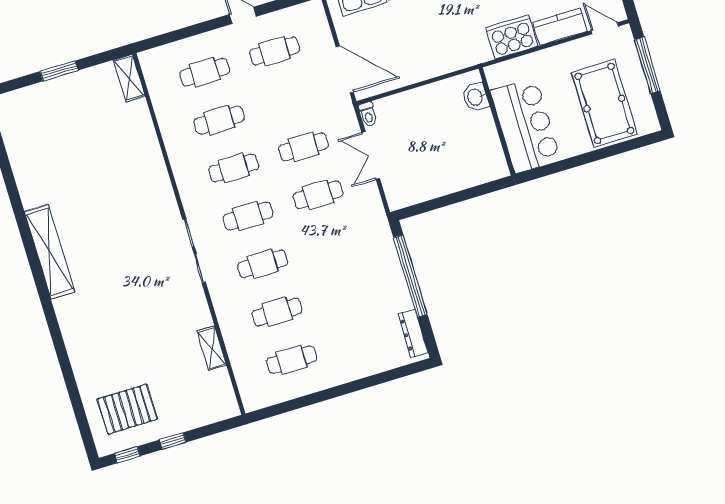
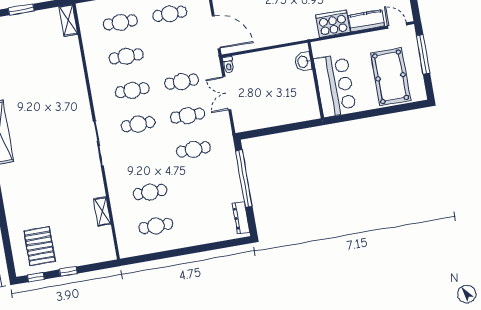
cafe table: (263, 264) -> (193, 149), moved
pallet: (127, 409) -> (40, 246), turned 90

